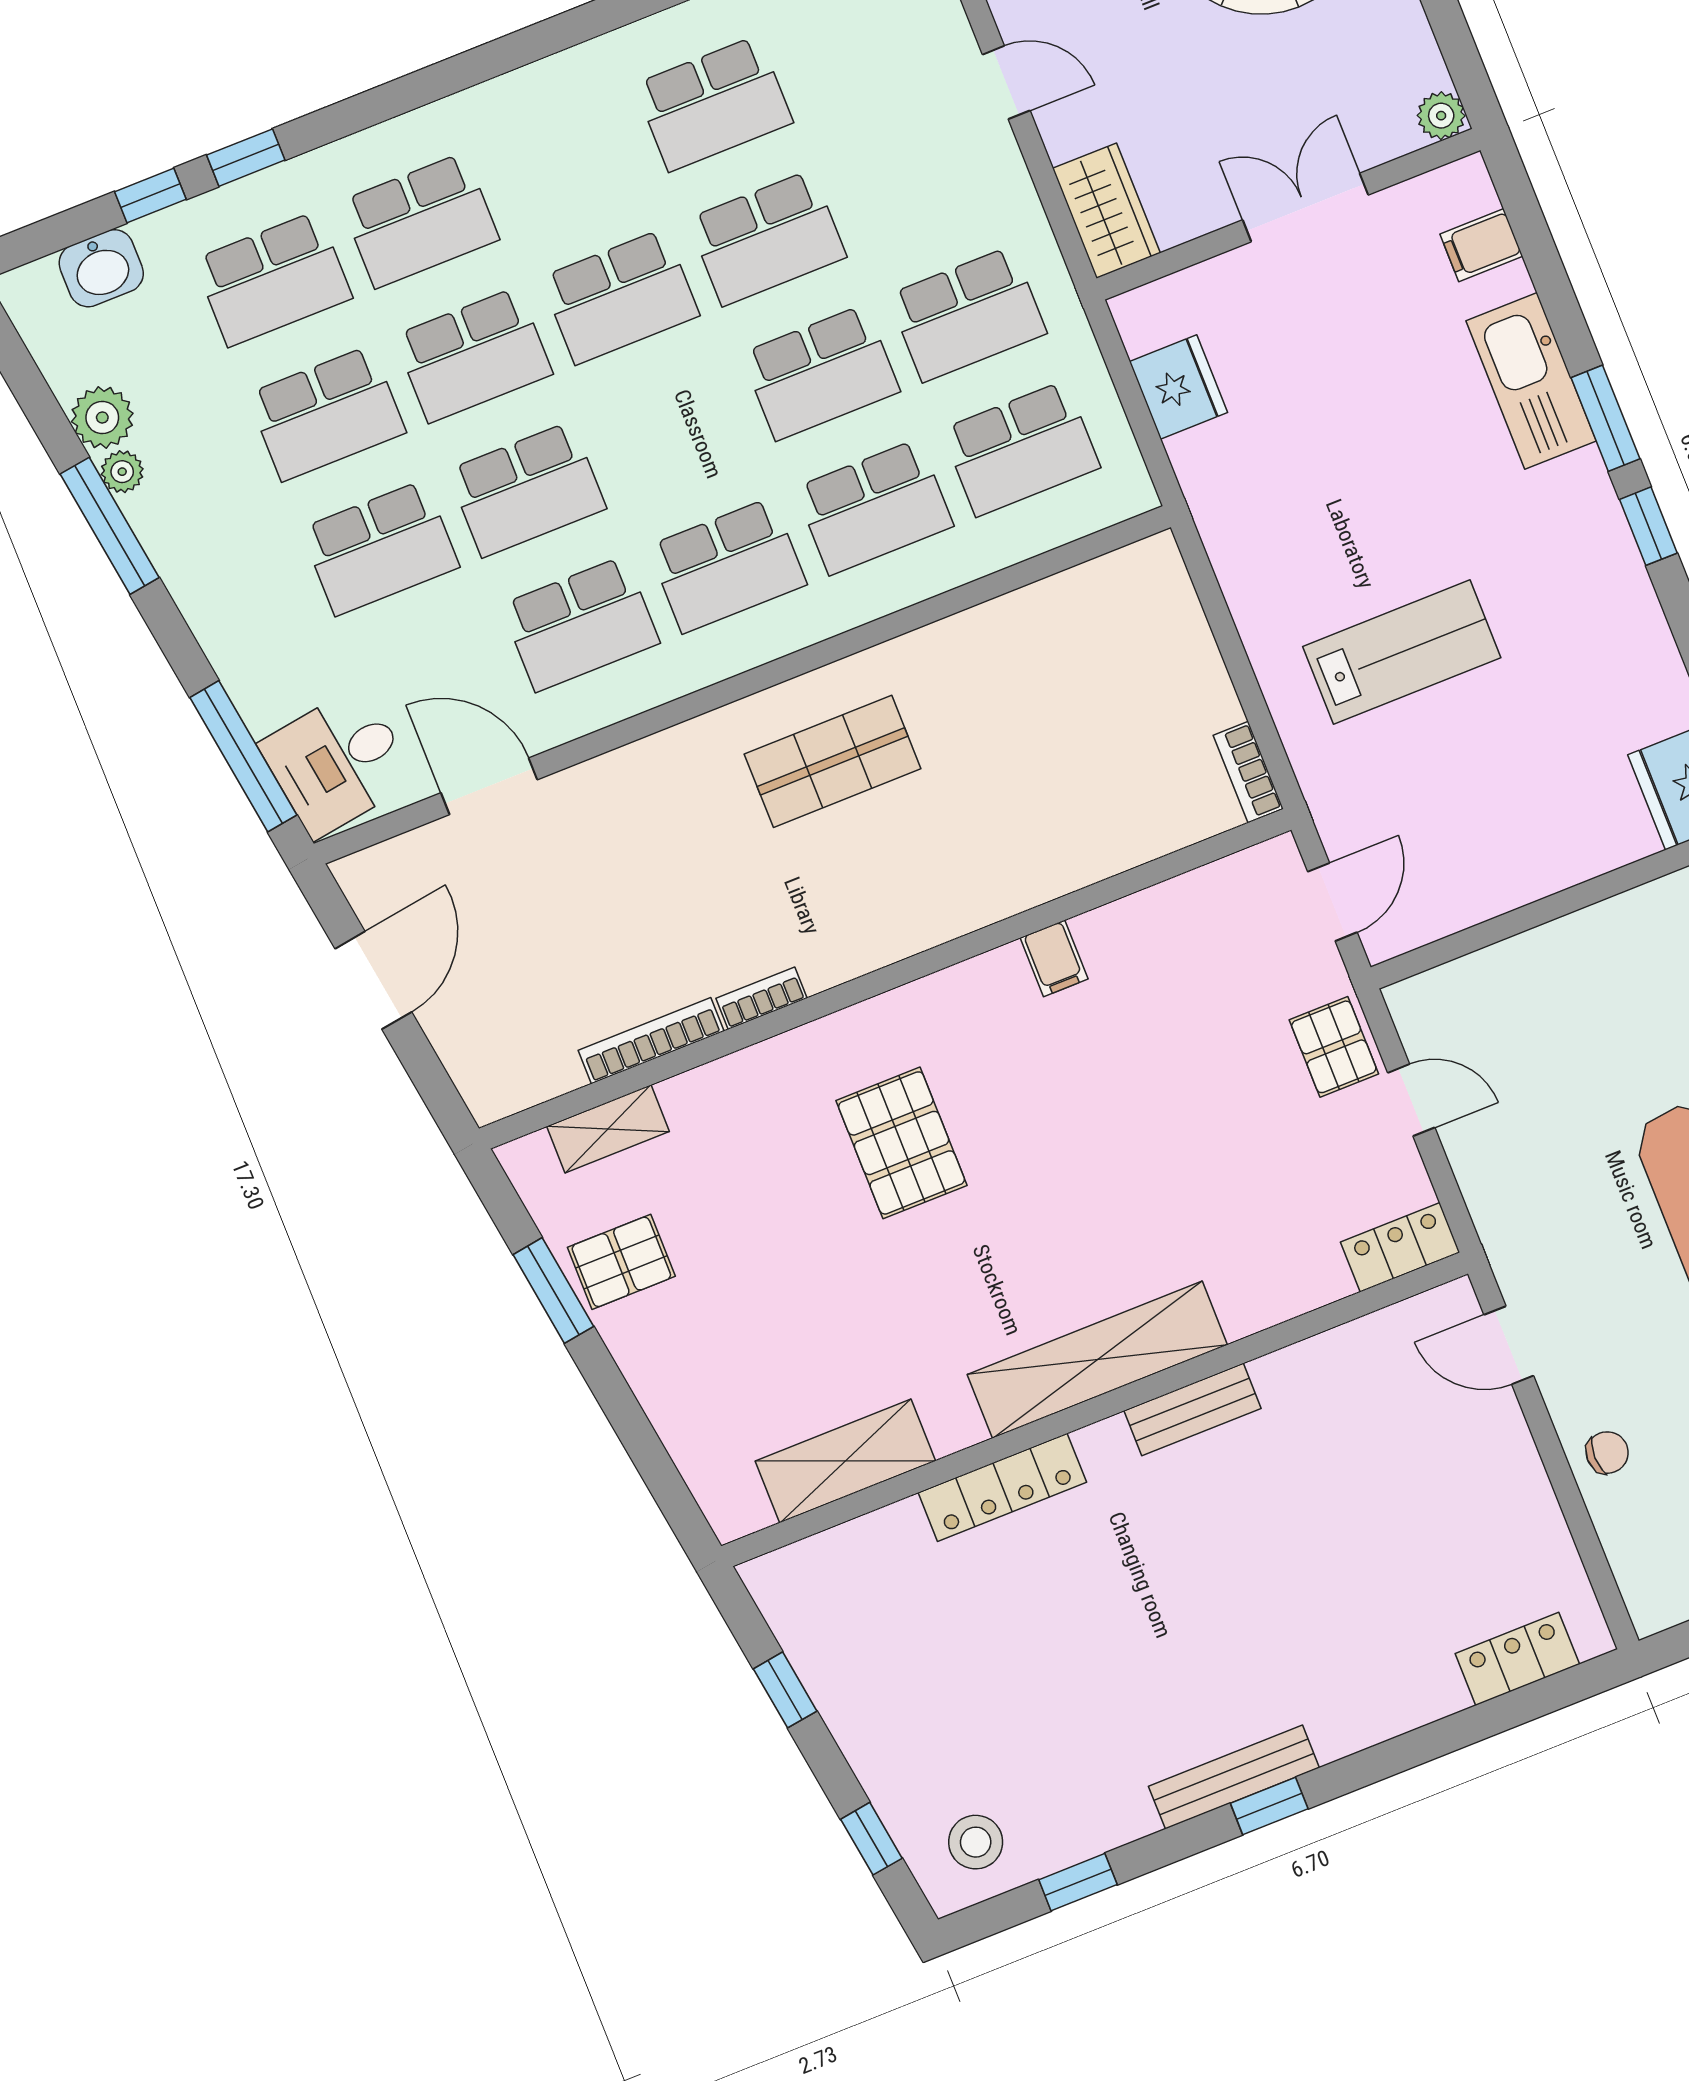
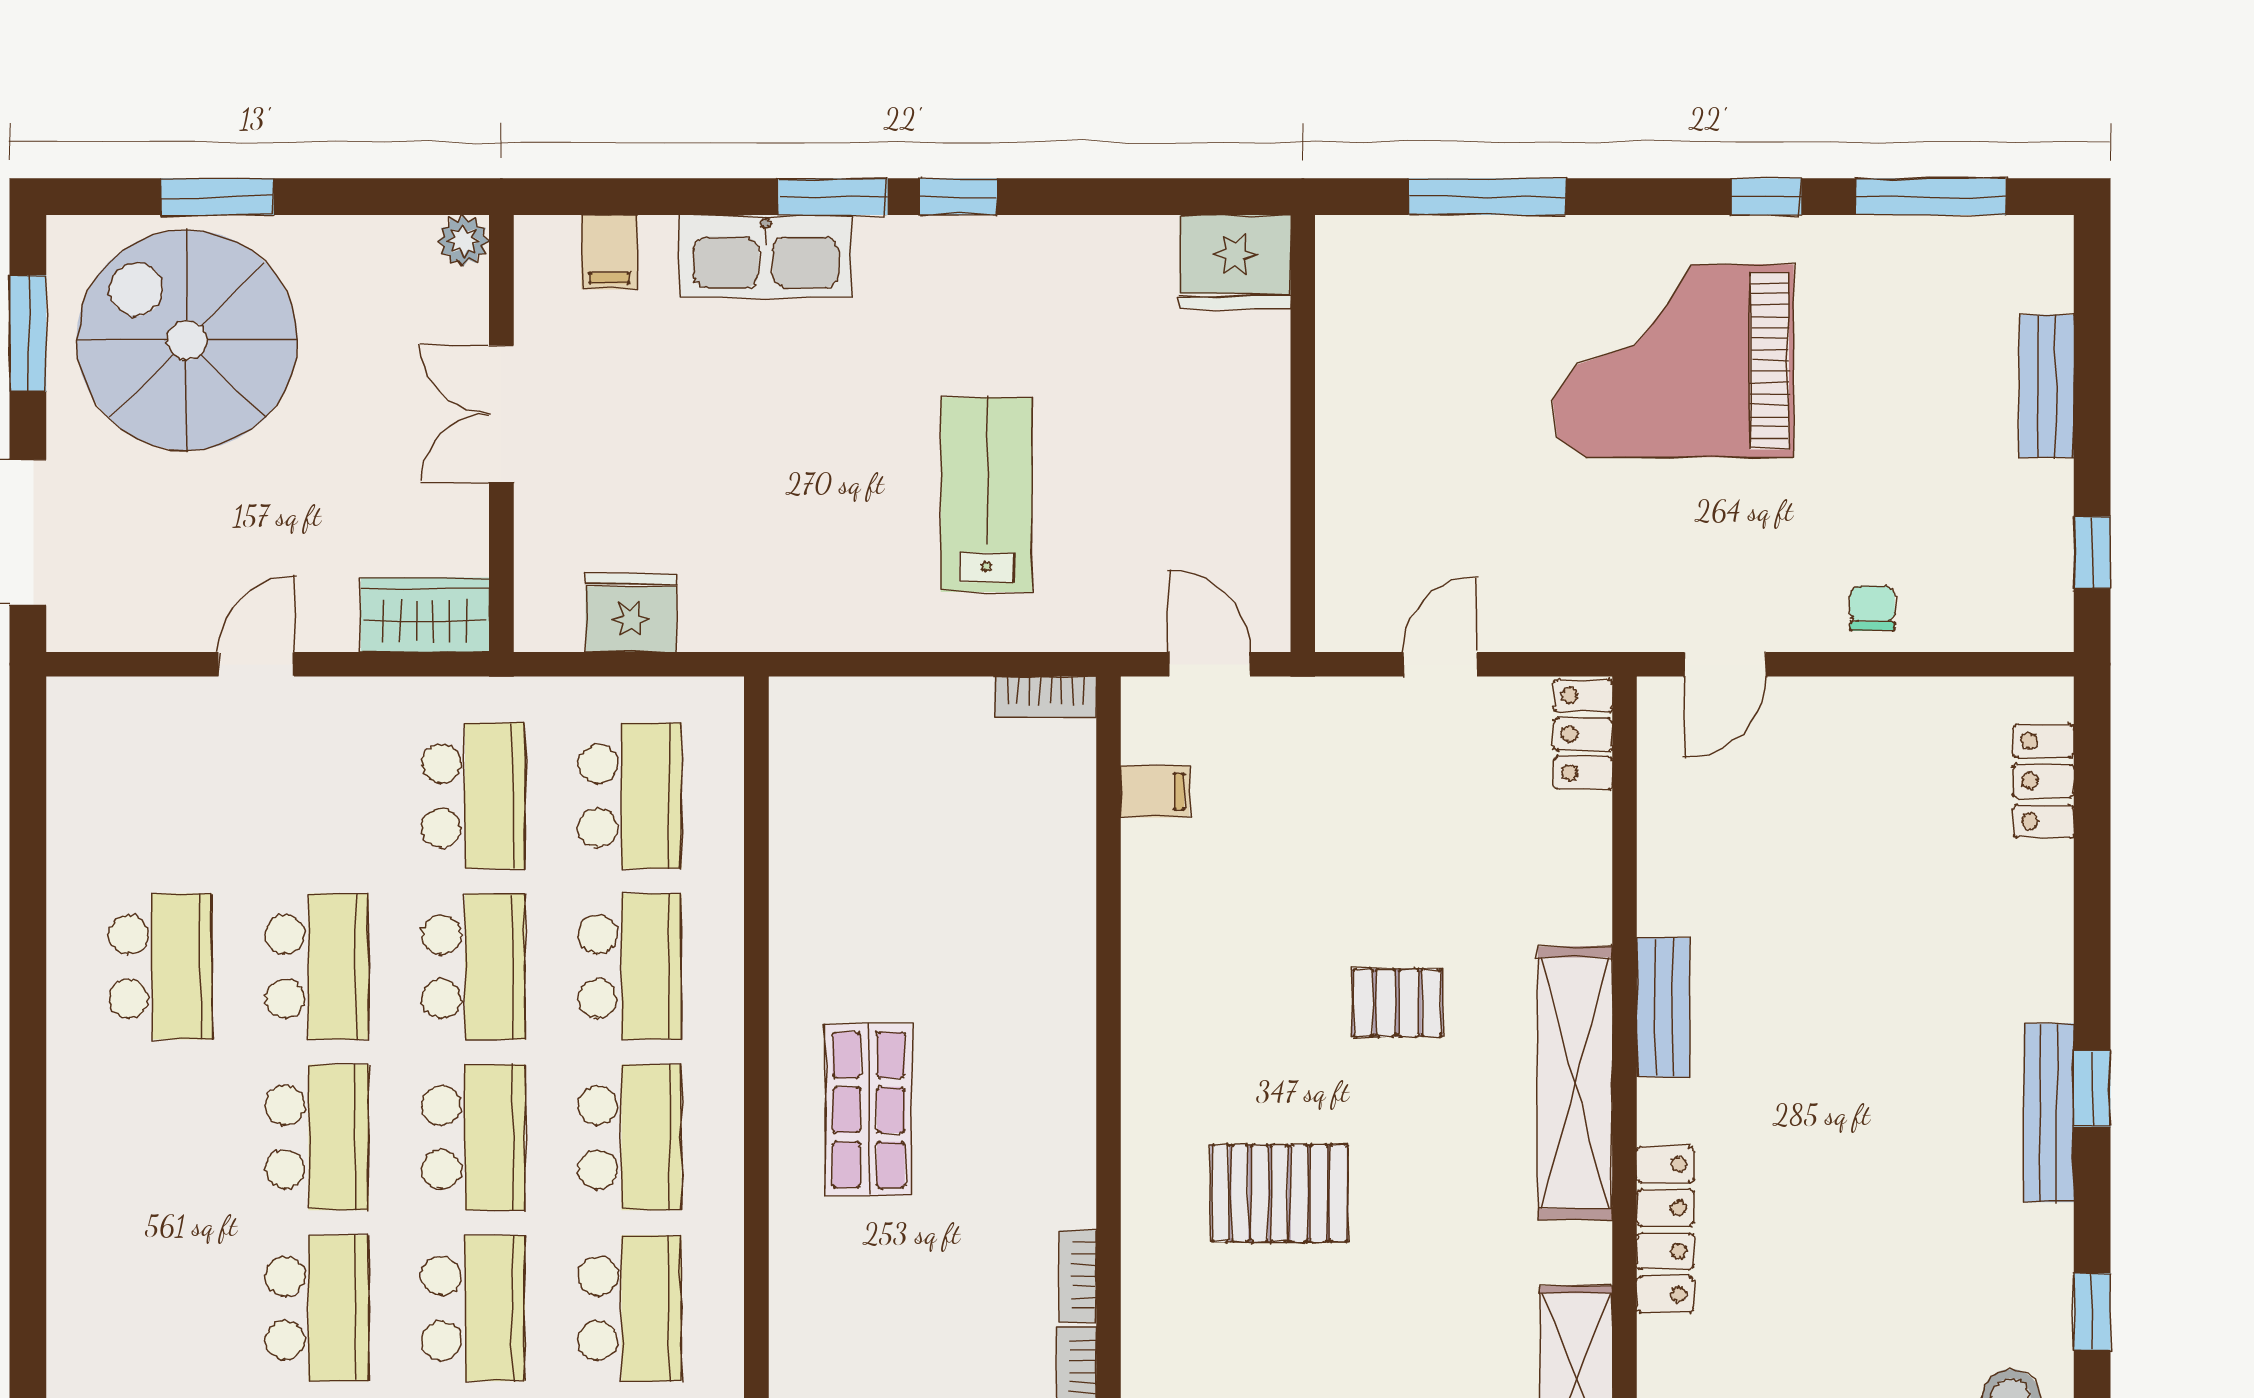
school desk: (420, 220) -> (473, 1137), moved
filing cabinet: (1054, 958) -> (1155, 791), moved
pallet: (1334, 1047) -> (1397, 1003), moved

